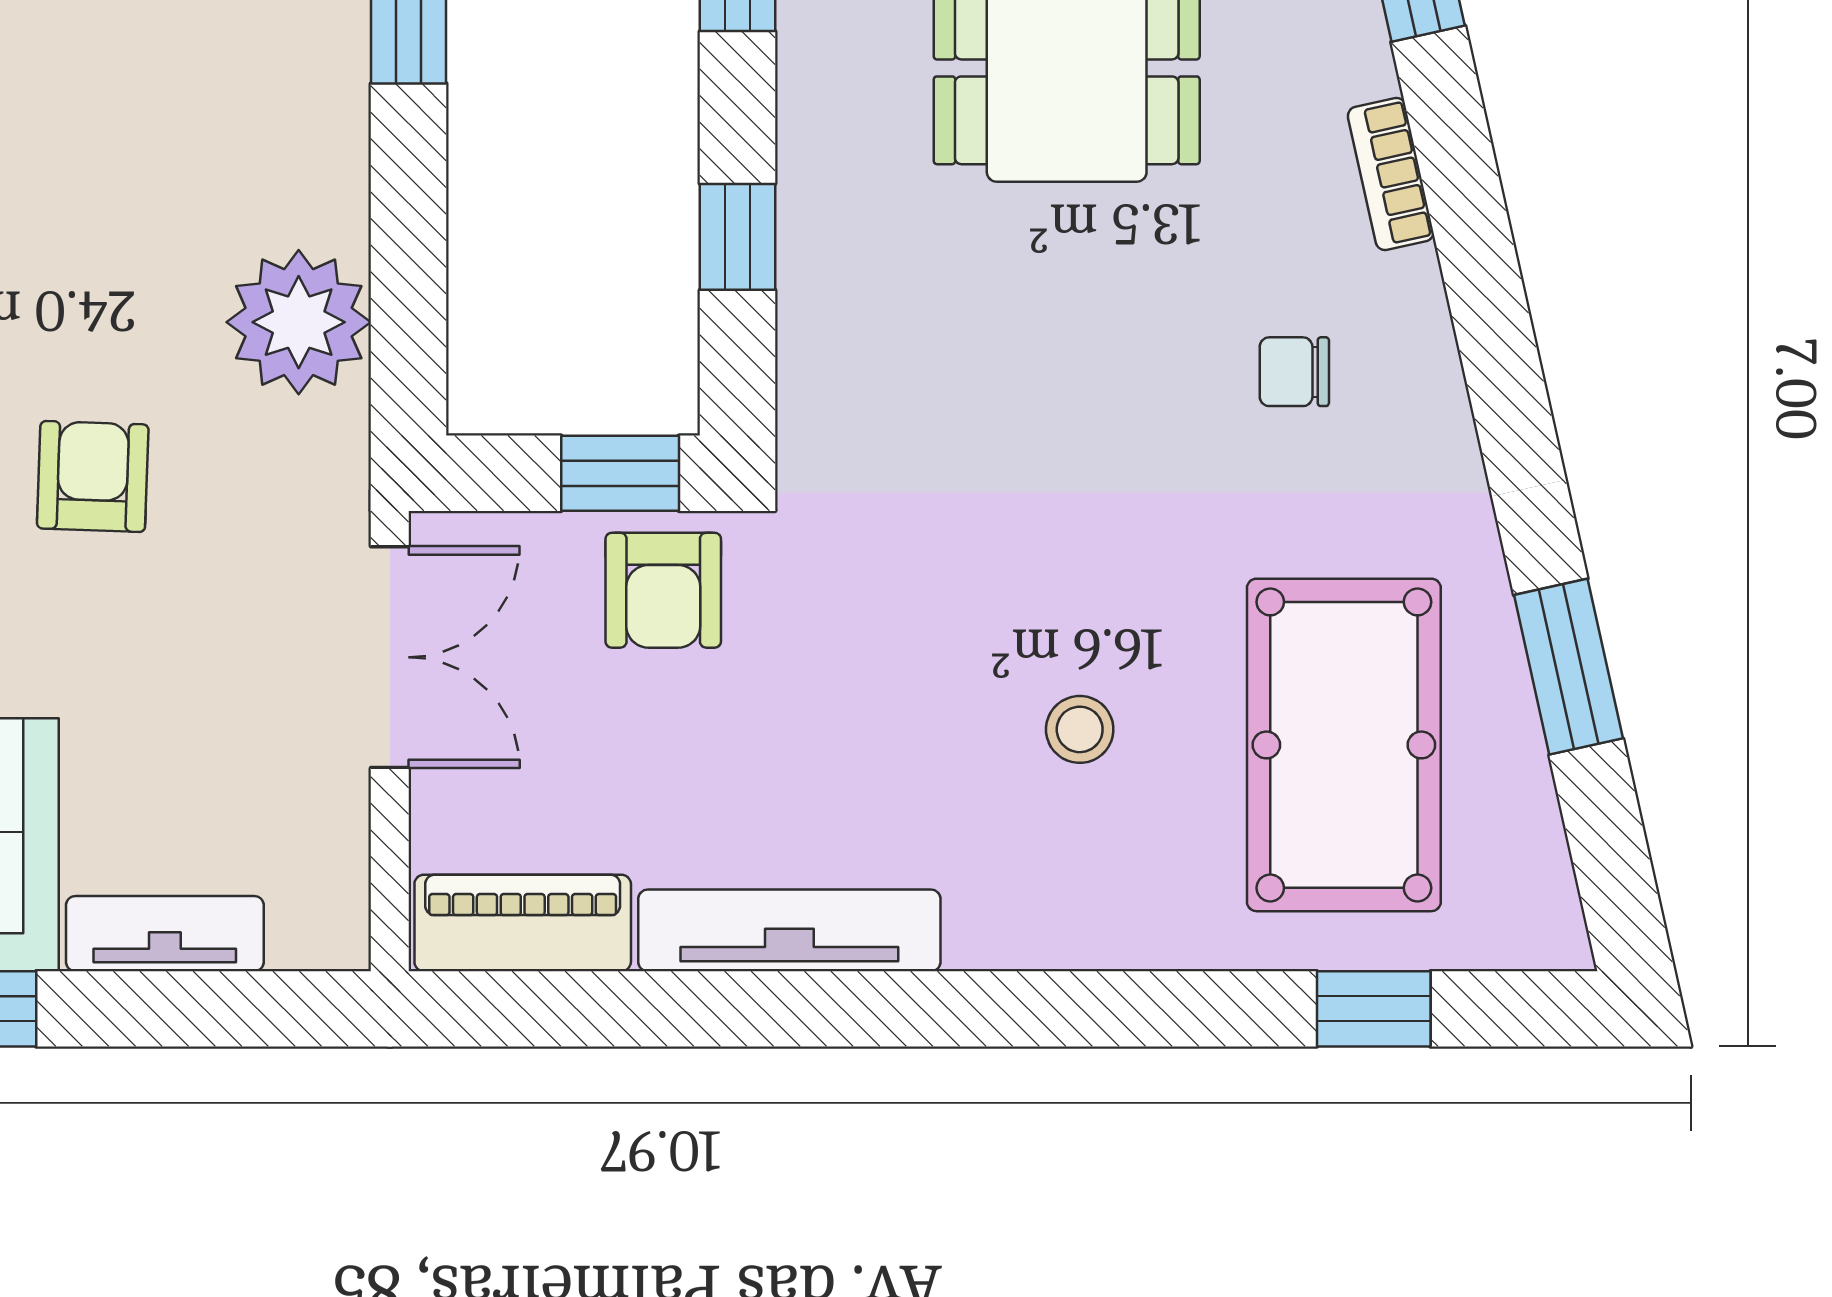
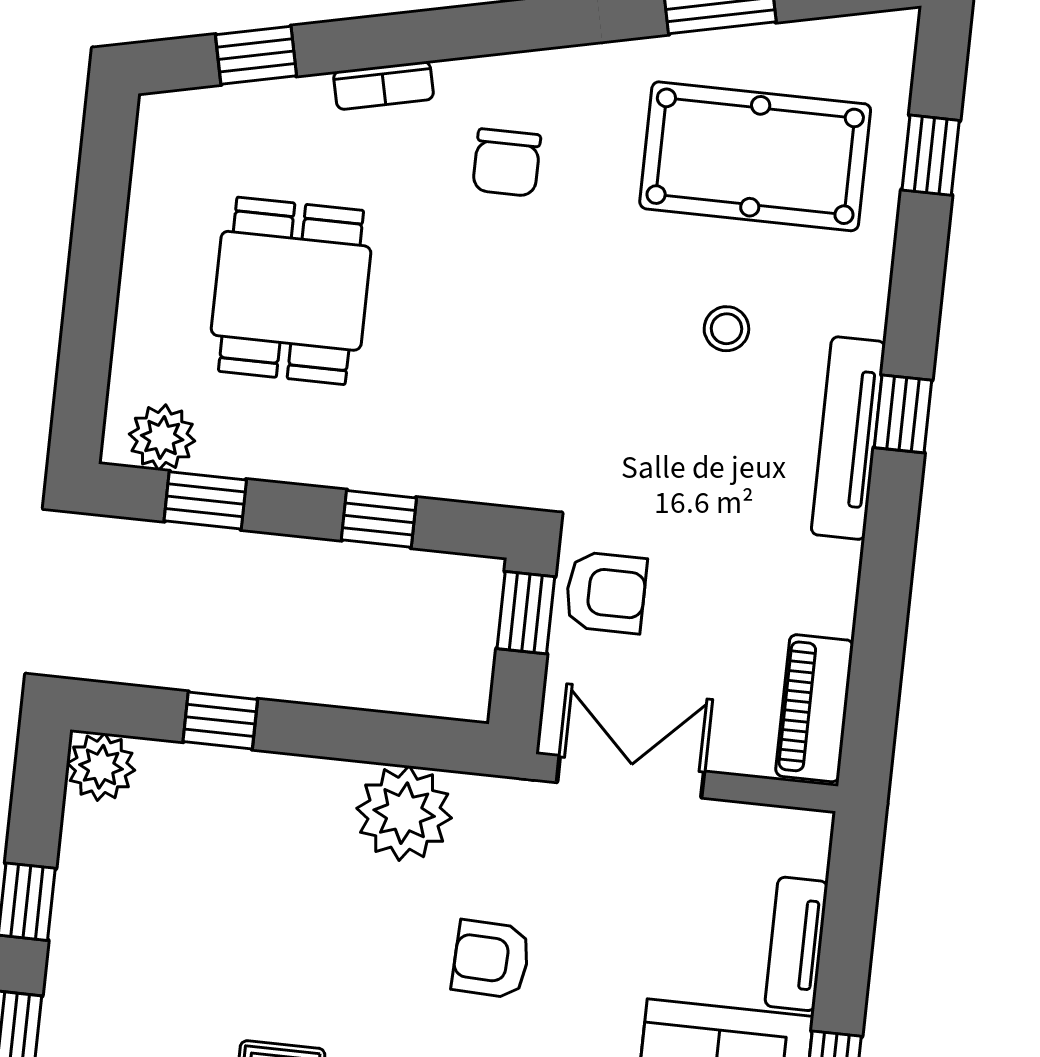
chair: (1294, 372) -> (507, 163), width x1.37, depth x1.37
tv unit: (789, 930) -> (848, 438), moved
window: (980, 1009) -> (903, 414), added

